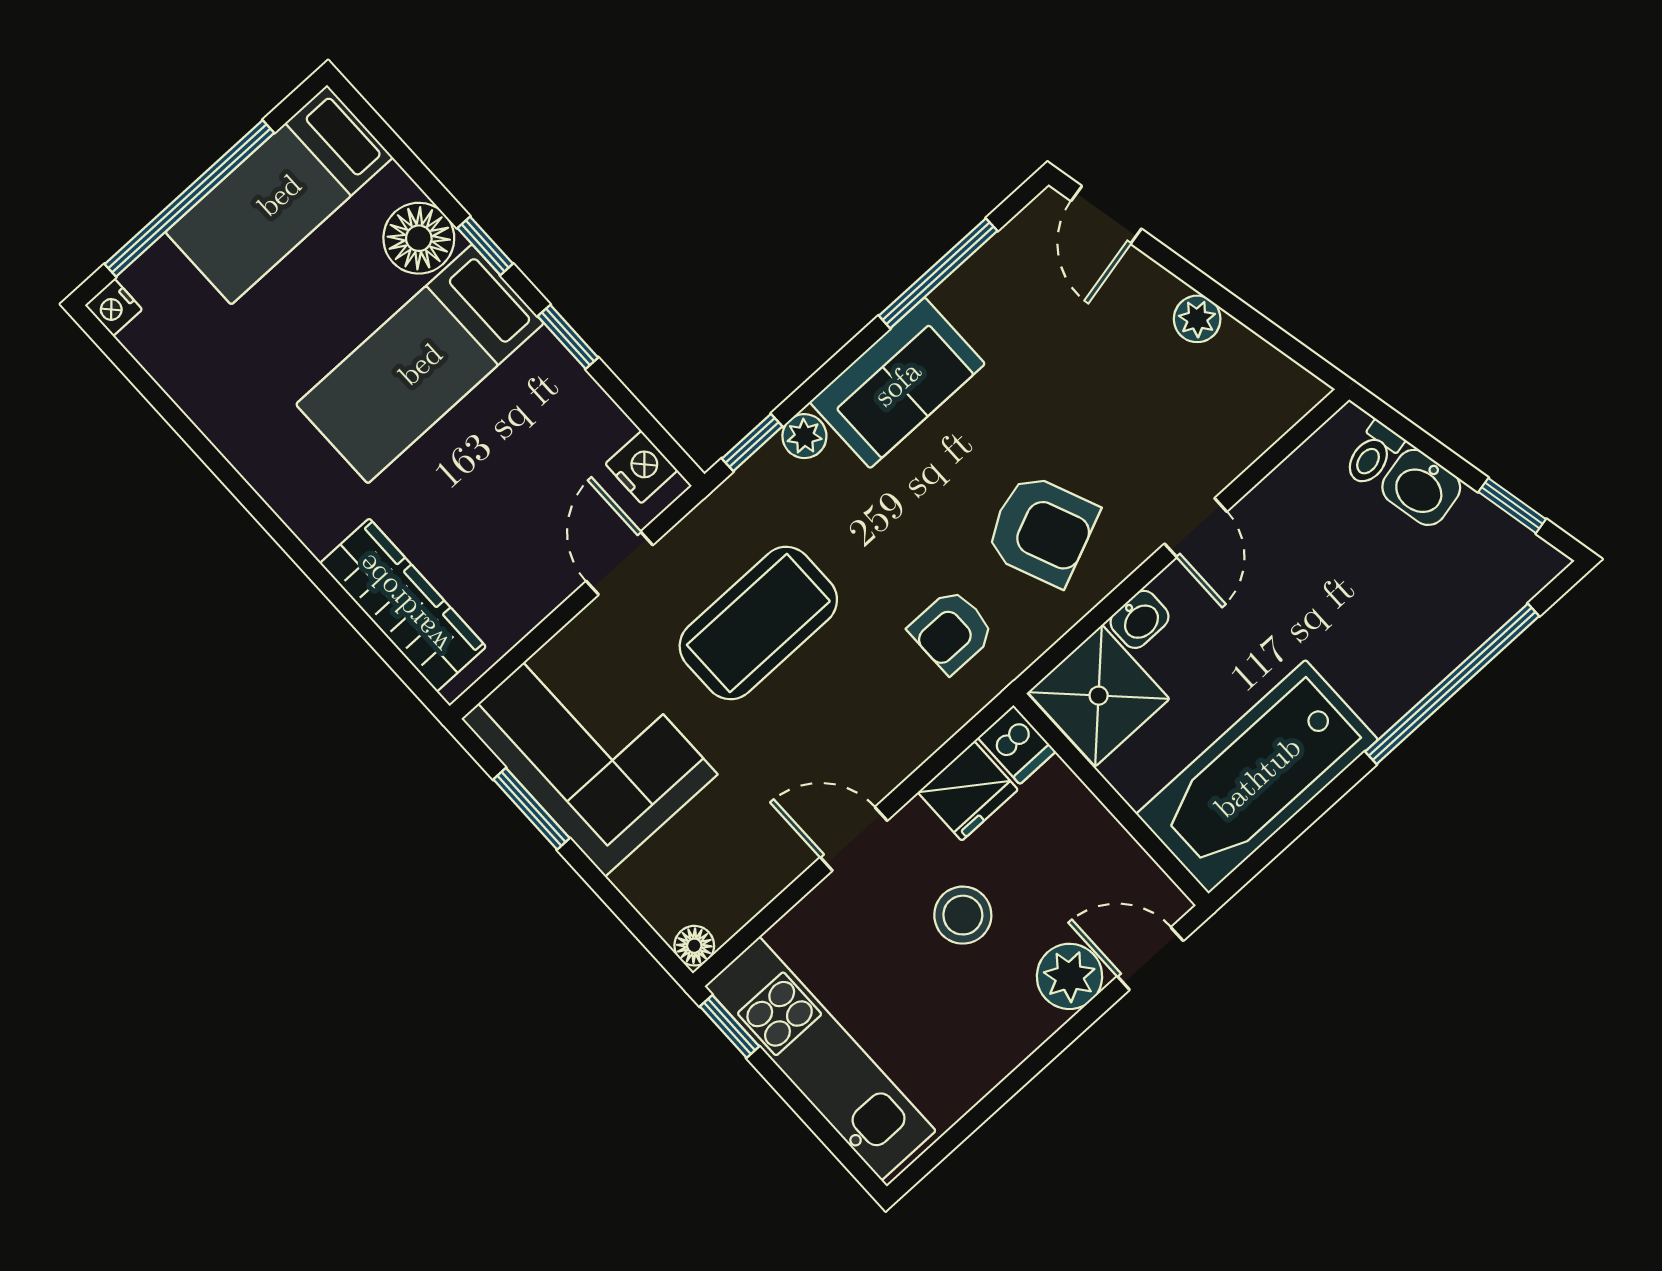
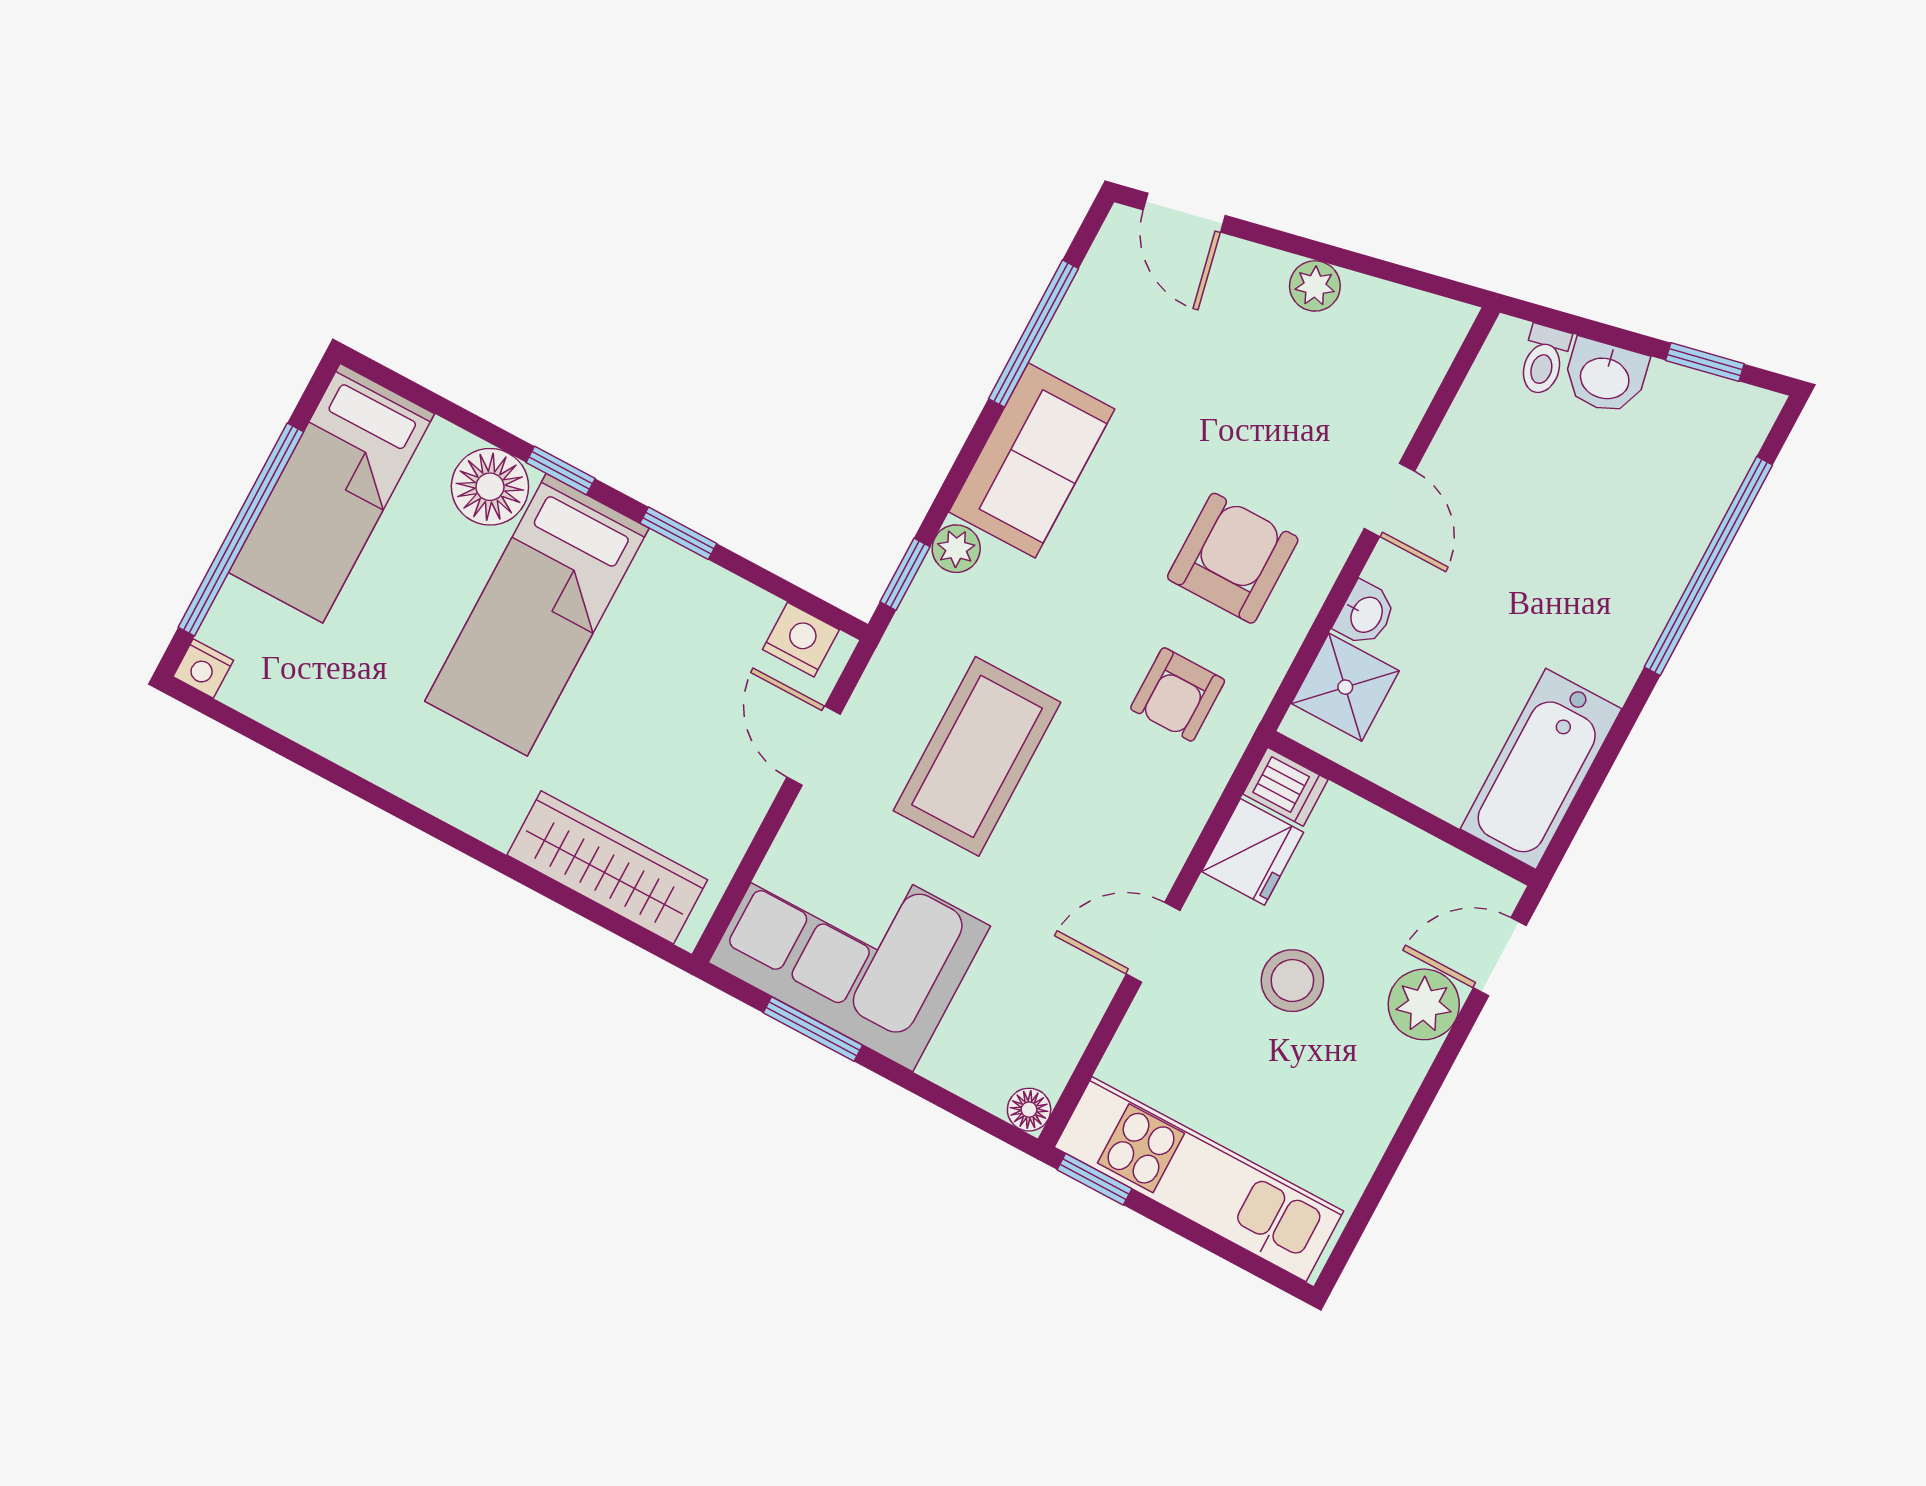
armchair: (1042, 530) -> (1233, 558), turned -67
shower: (1099, 696) -> (1345, 687), width x0.73, depth x0.73
bathtub: (1257, 777) -> (1541, 769), width x0.73, depth x0.73

